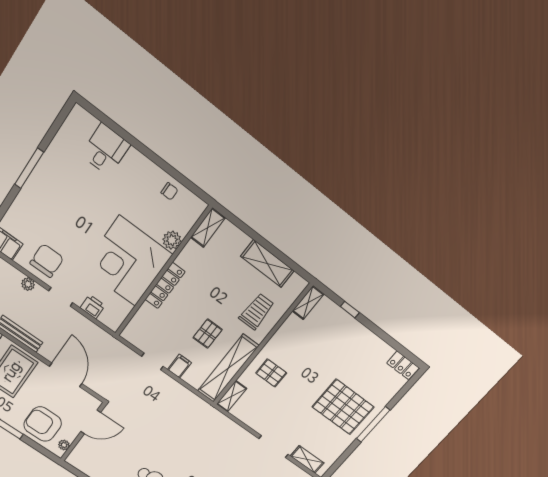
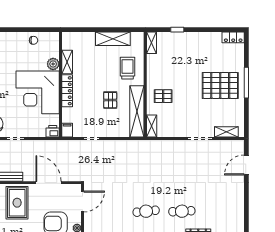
shelving: (208, 228) -> (67, 62), moved
printer: (93, 307) -> (53, 131), moved
filing cabinet: (179, 366) -> (67, 130), moved

